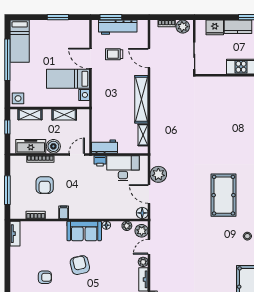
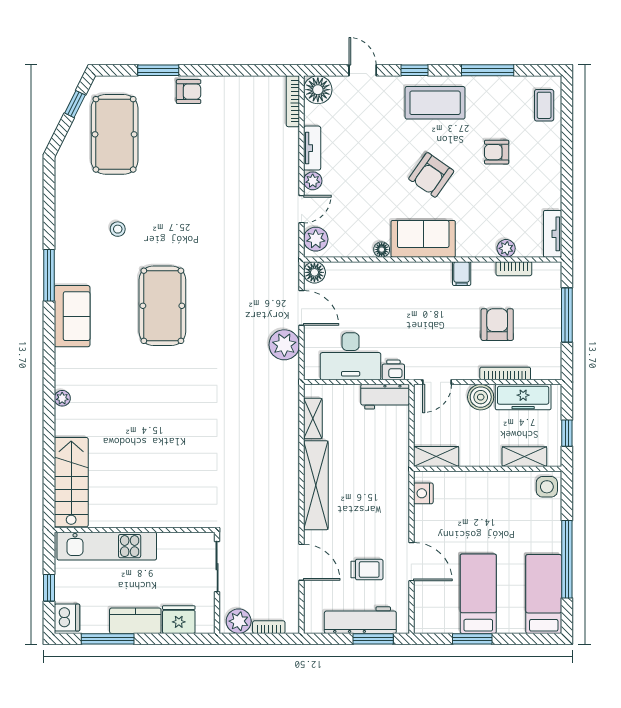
bed: (68, 79) -> (478, 594), moved, turned -90
shelving: (64, 115) -> (436, 456), moved
plant: (127, 226) -> (506, 248), moved
armchair: (80, 265) -> (431, 175), turned 48

